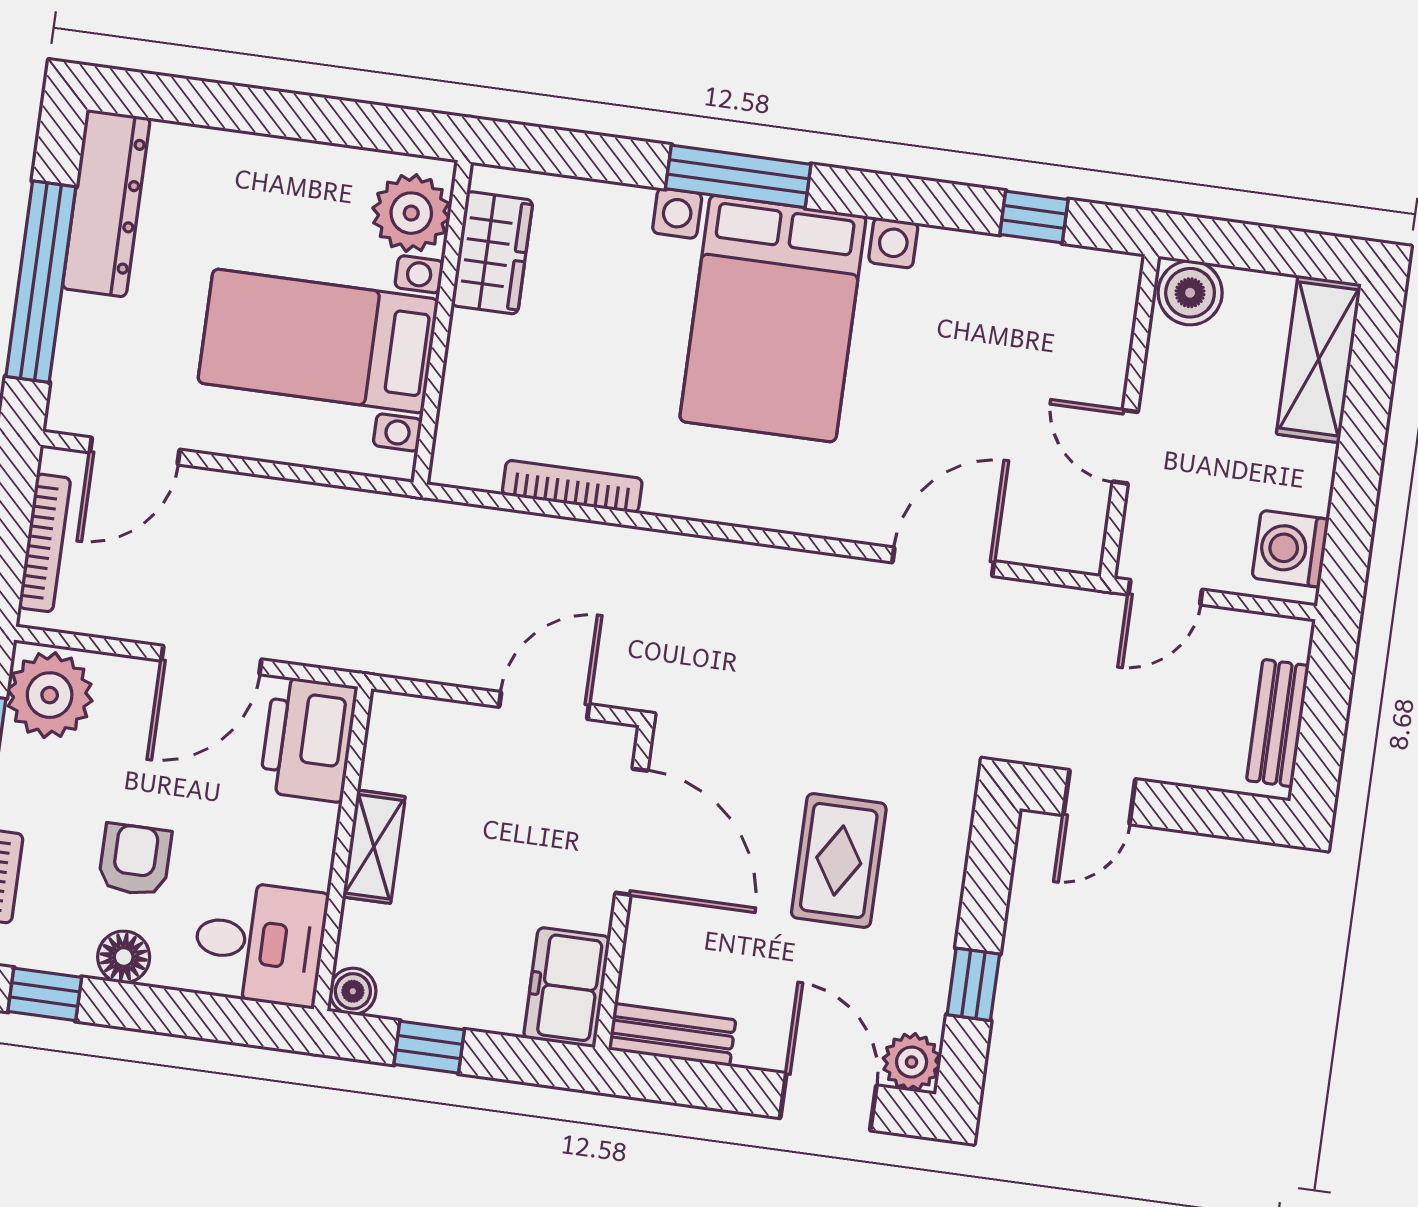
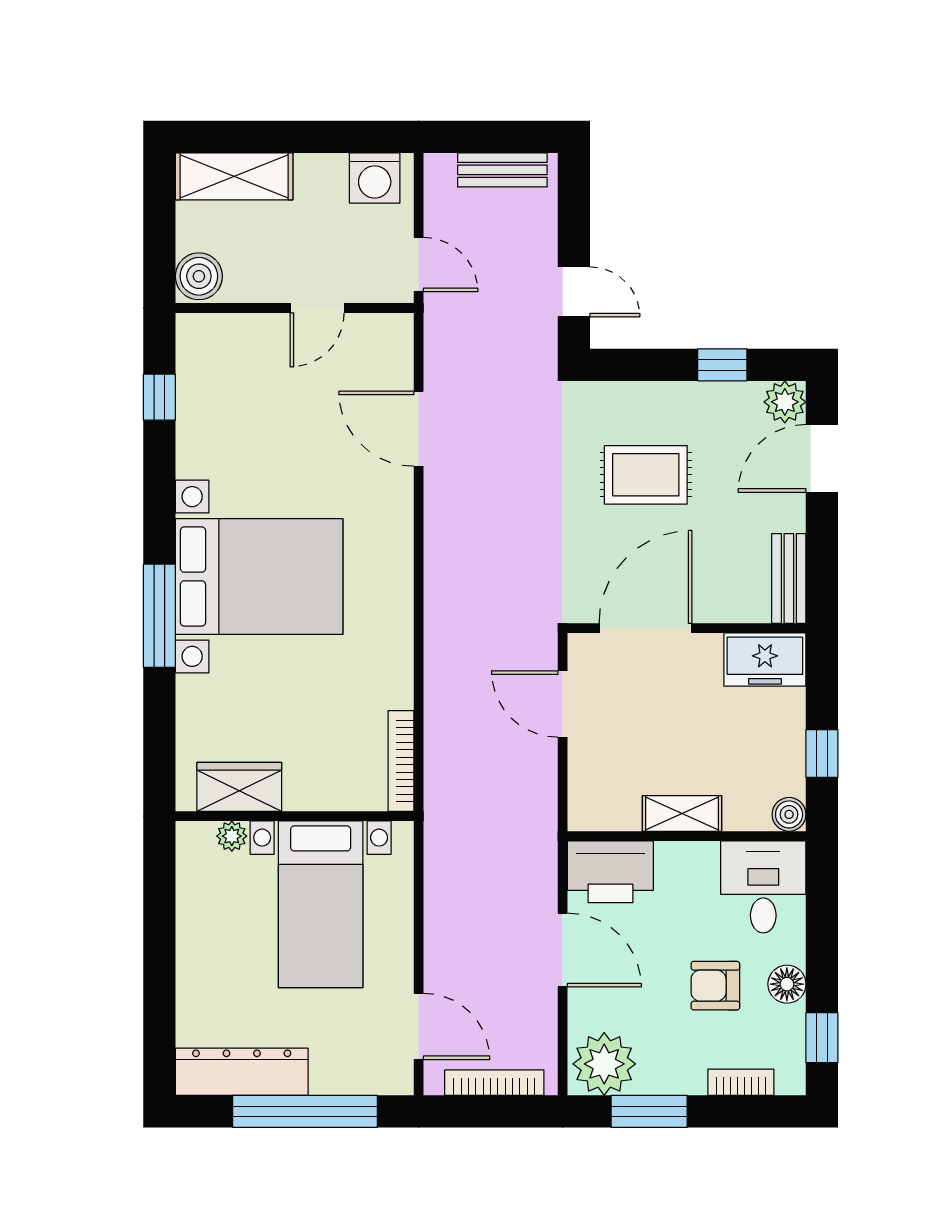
plant: (411, 213) -> (232, 836), width x0.53, depth x0.53
bookcase: (572, 487) -> (401, 761), moved

